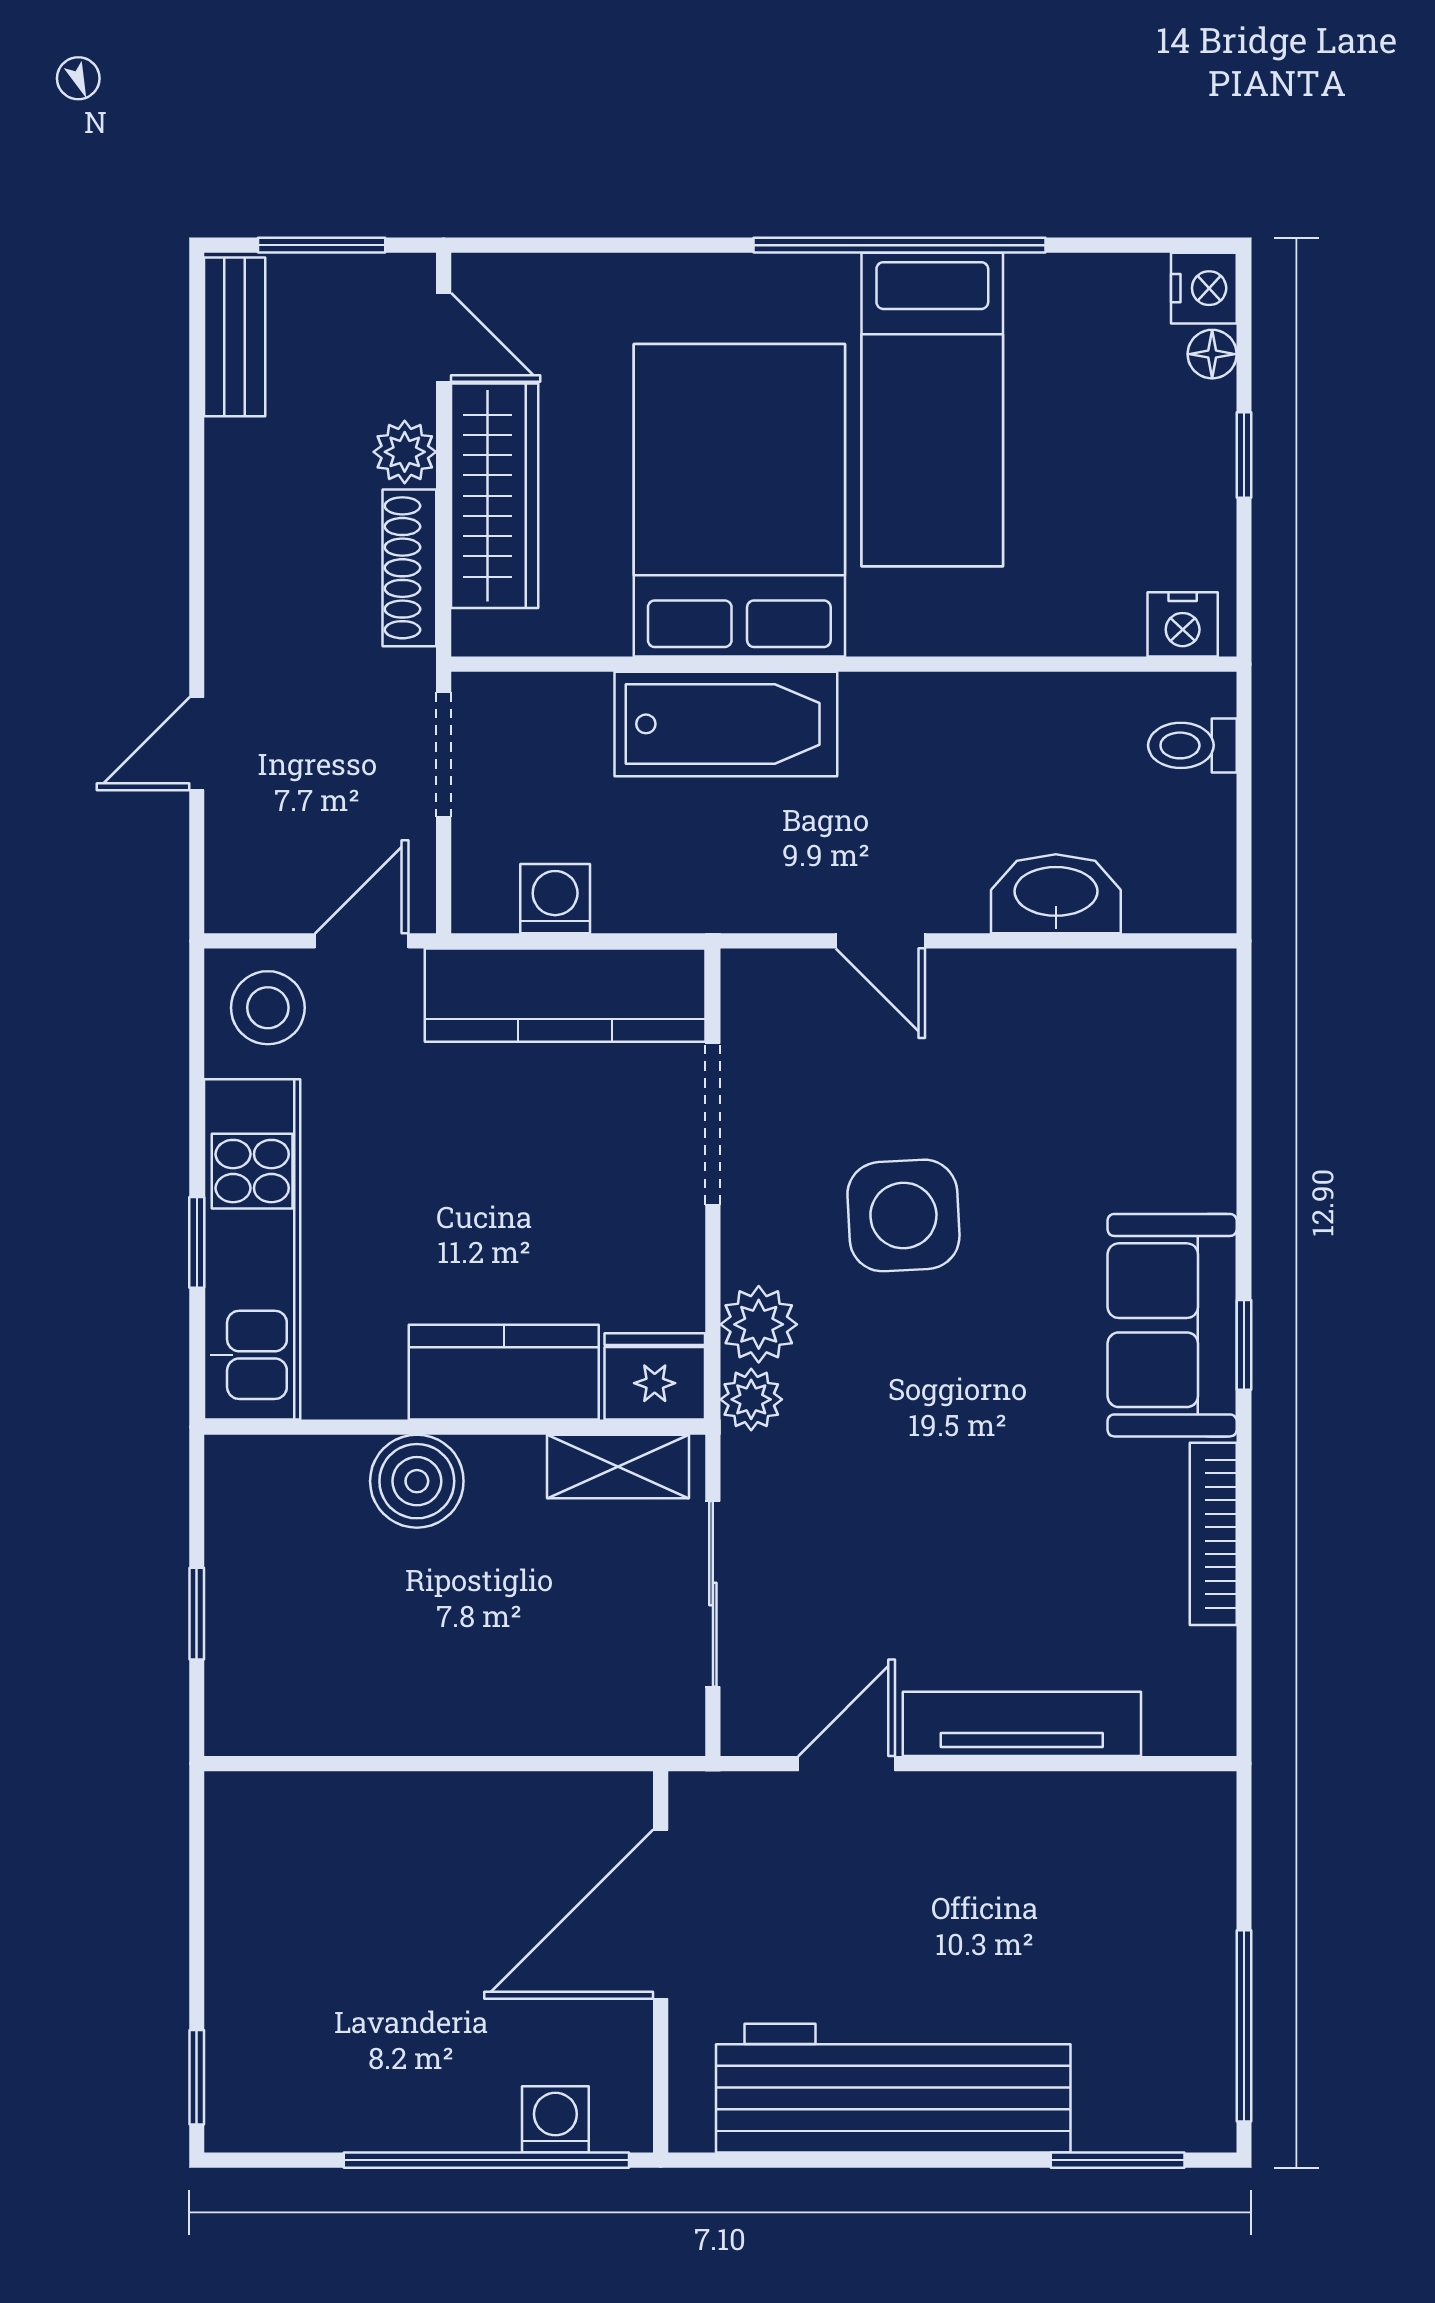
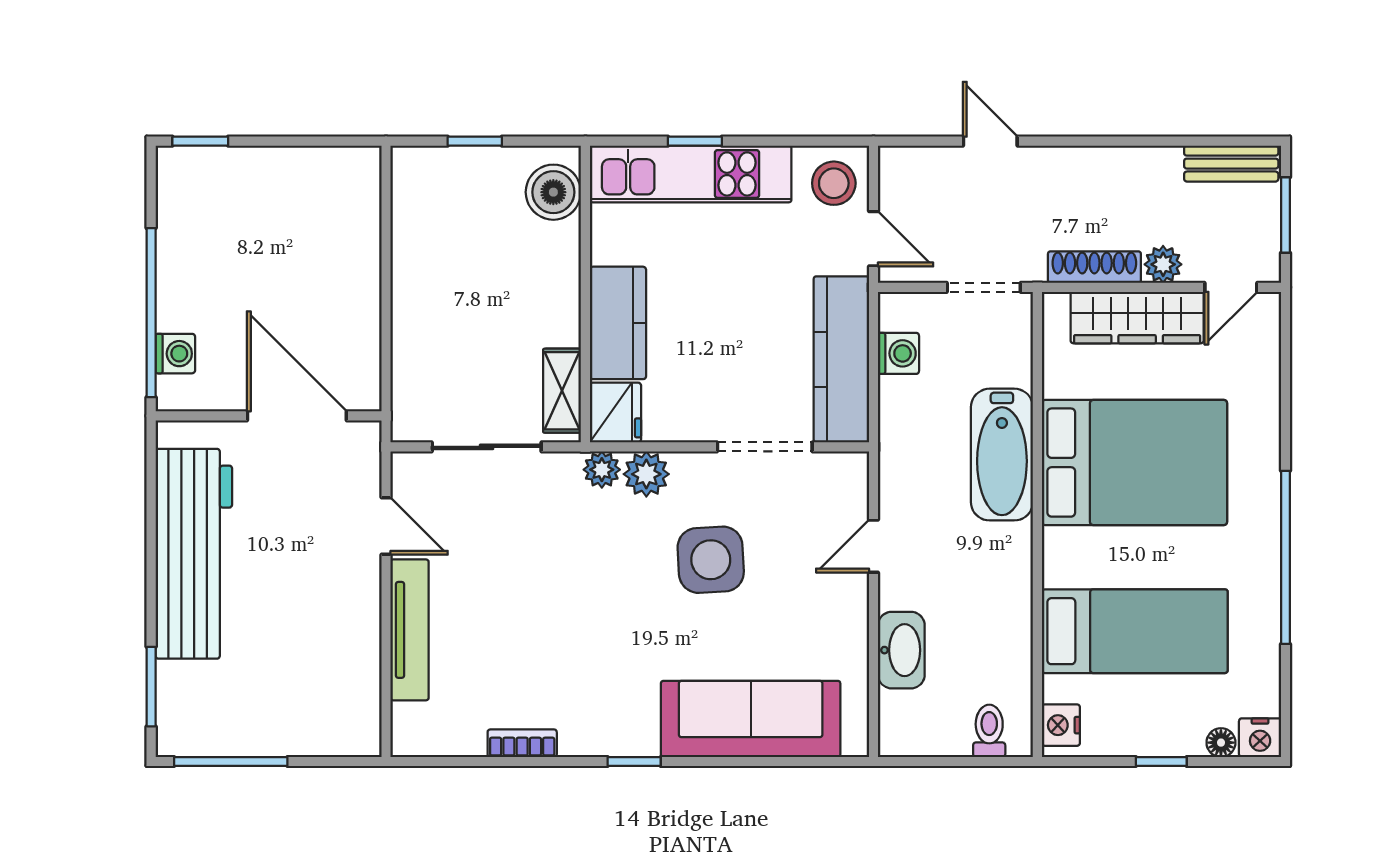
bed: (932, 410) -> (1135, 631), moved, turned 180
sofa: (1172, 1325) -> (751, 719), moved, width x1.36
boiler: (417, 1481) -> (553, 192), moved
bookcase: (1213, 1534) -> (522, 743), width x0.64

